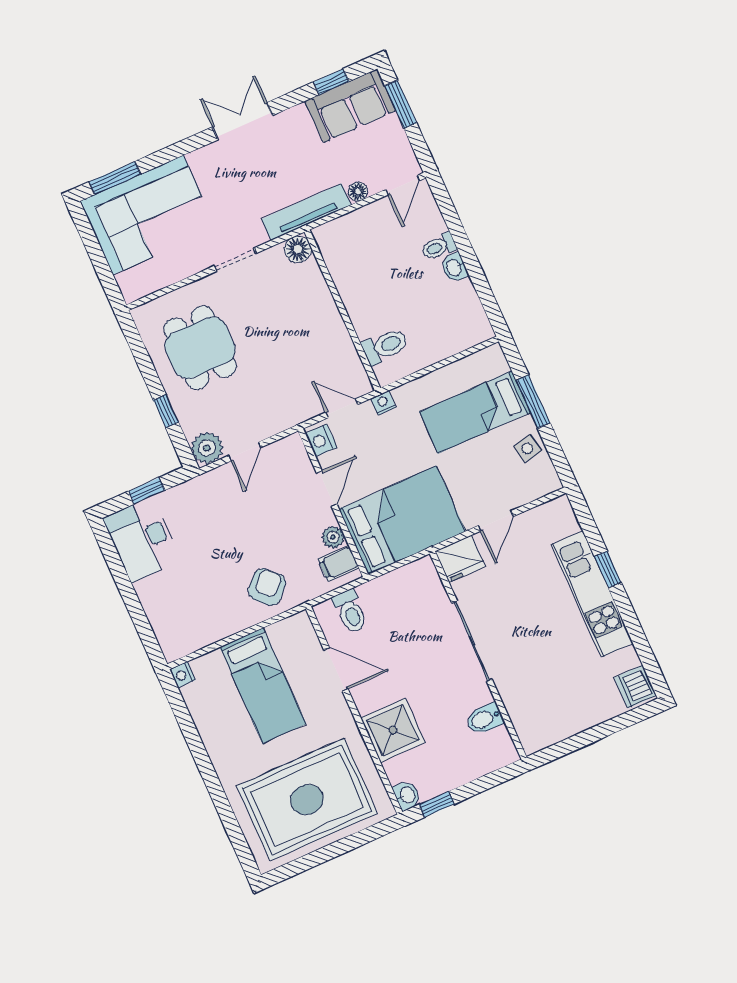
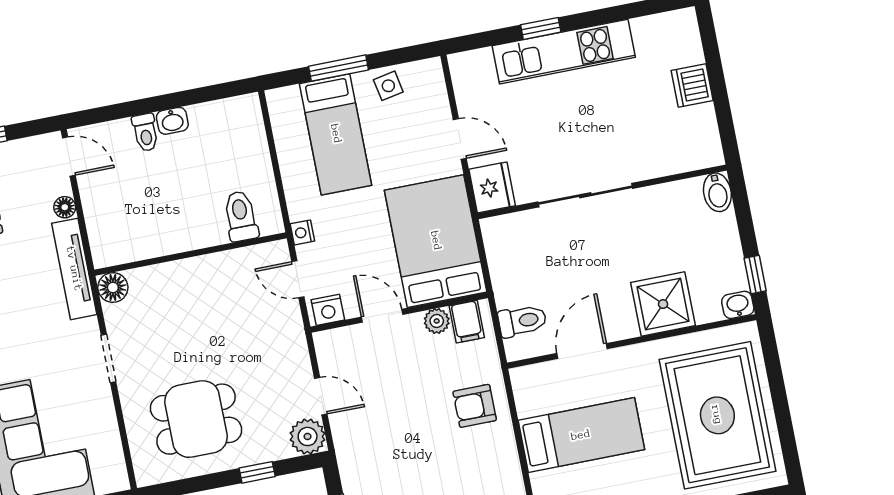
door: (342, 408) -> (298, 279), hinge flipped
armchair: (267, 587) -> (475, 406), turned -45
dishwasher: (635, 687) -> (692, 85), moved, turned 90
bidet: (484, 719) -> (717, 192), moved

